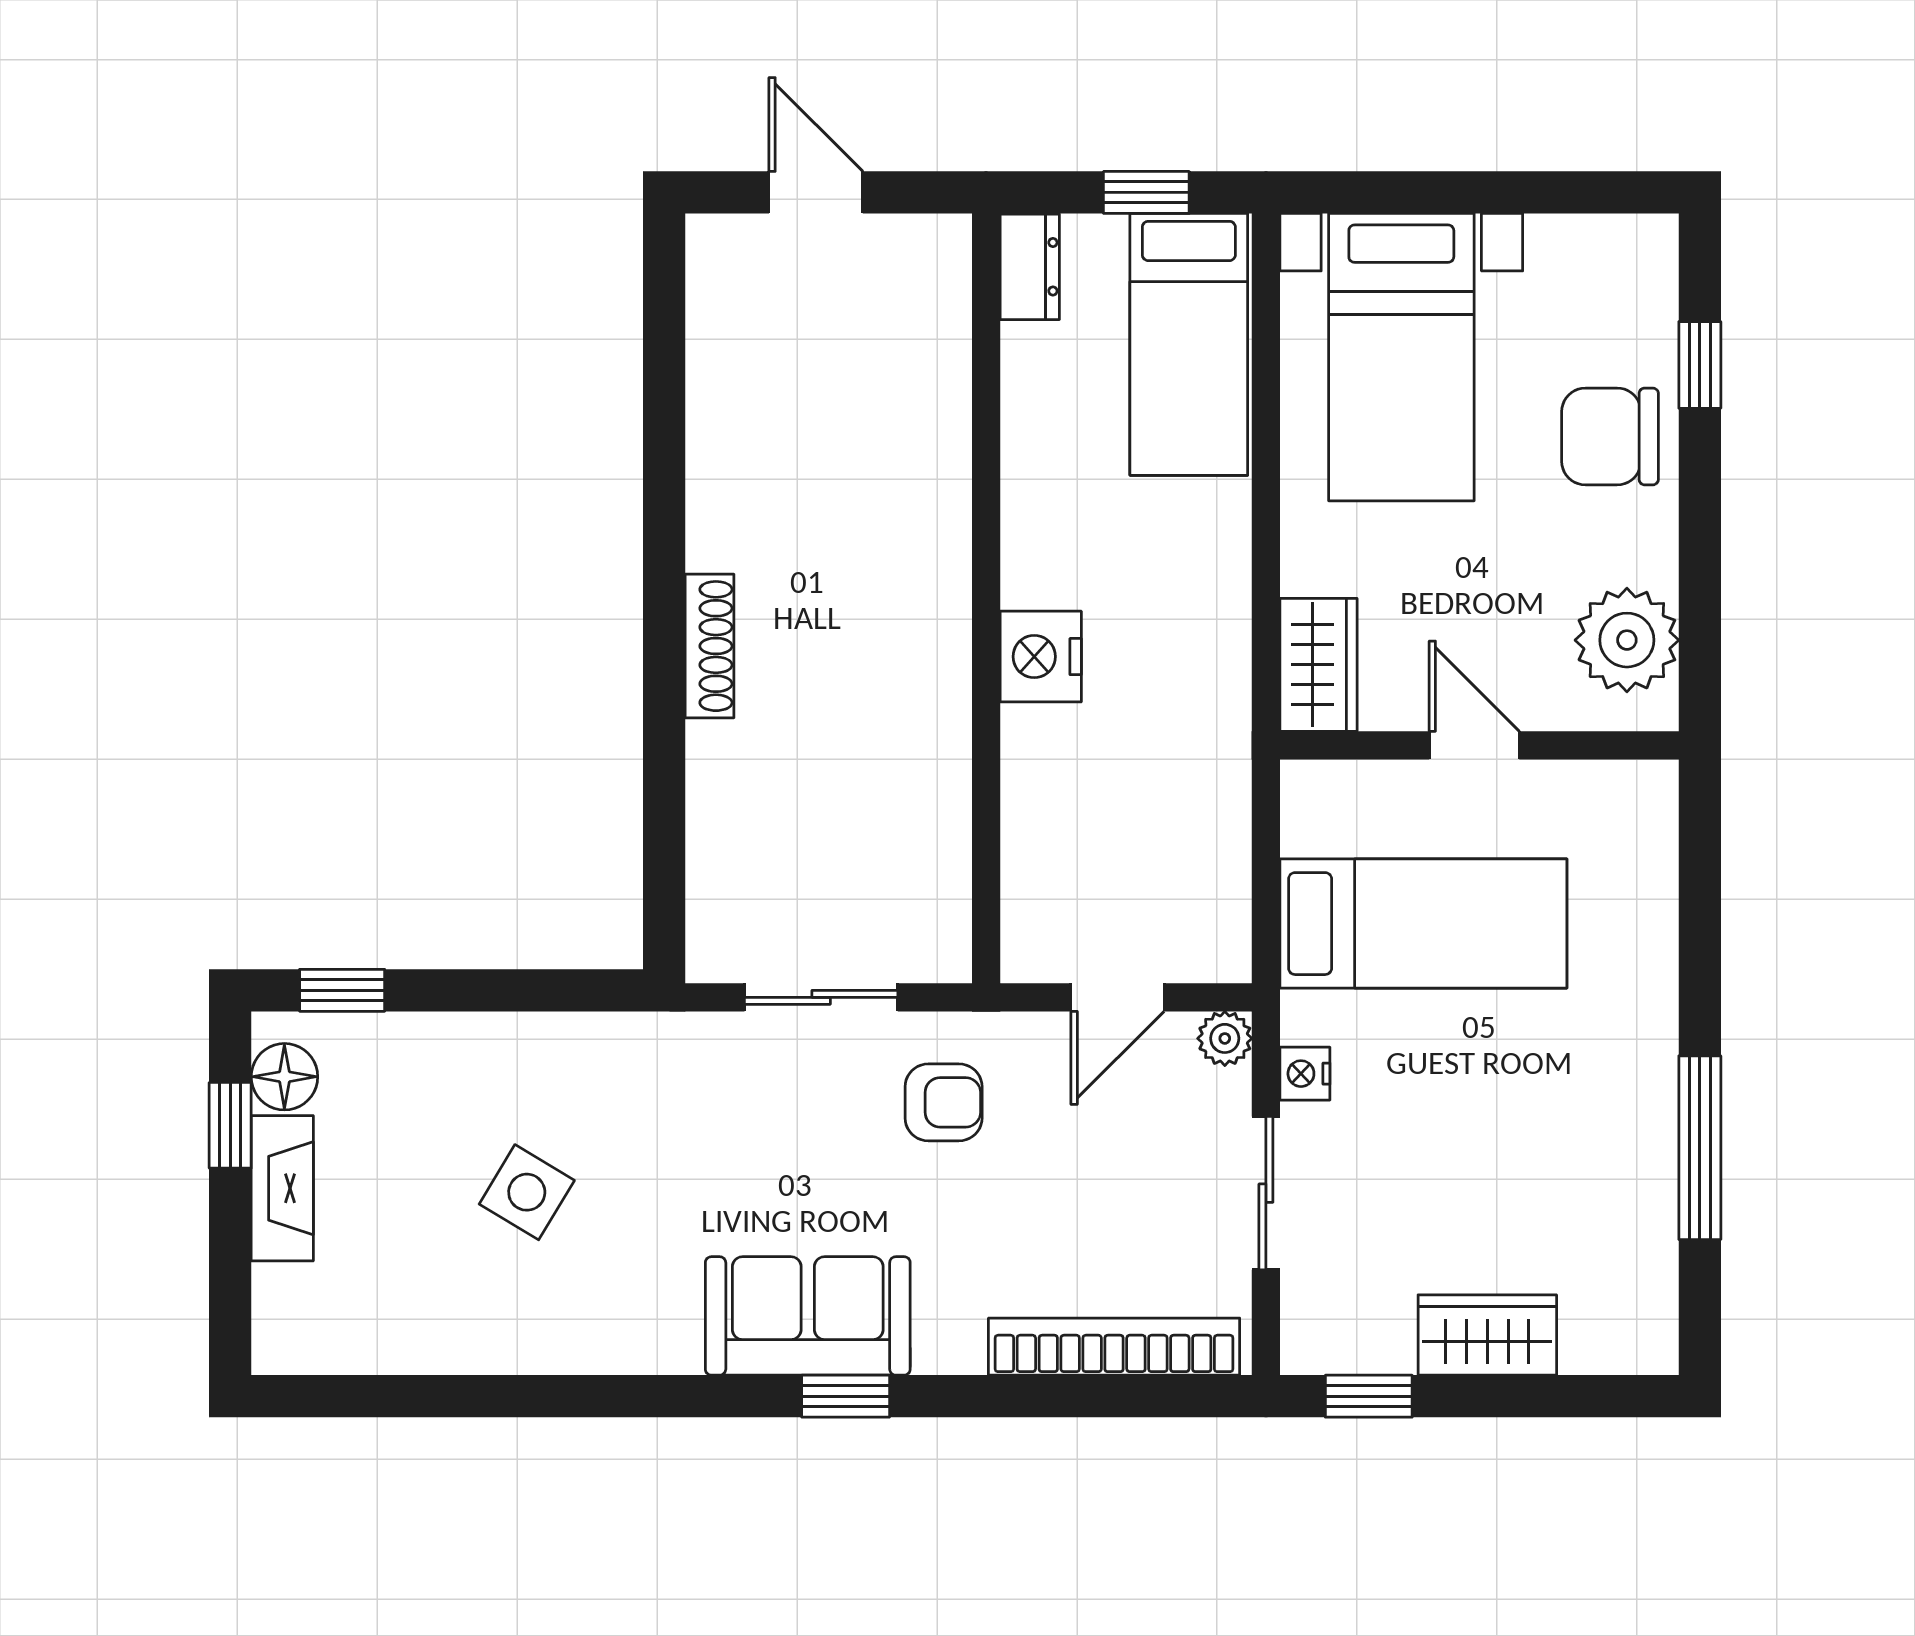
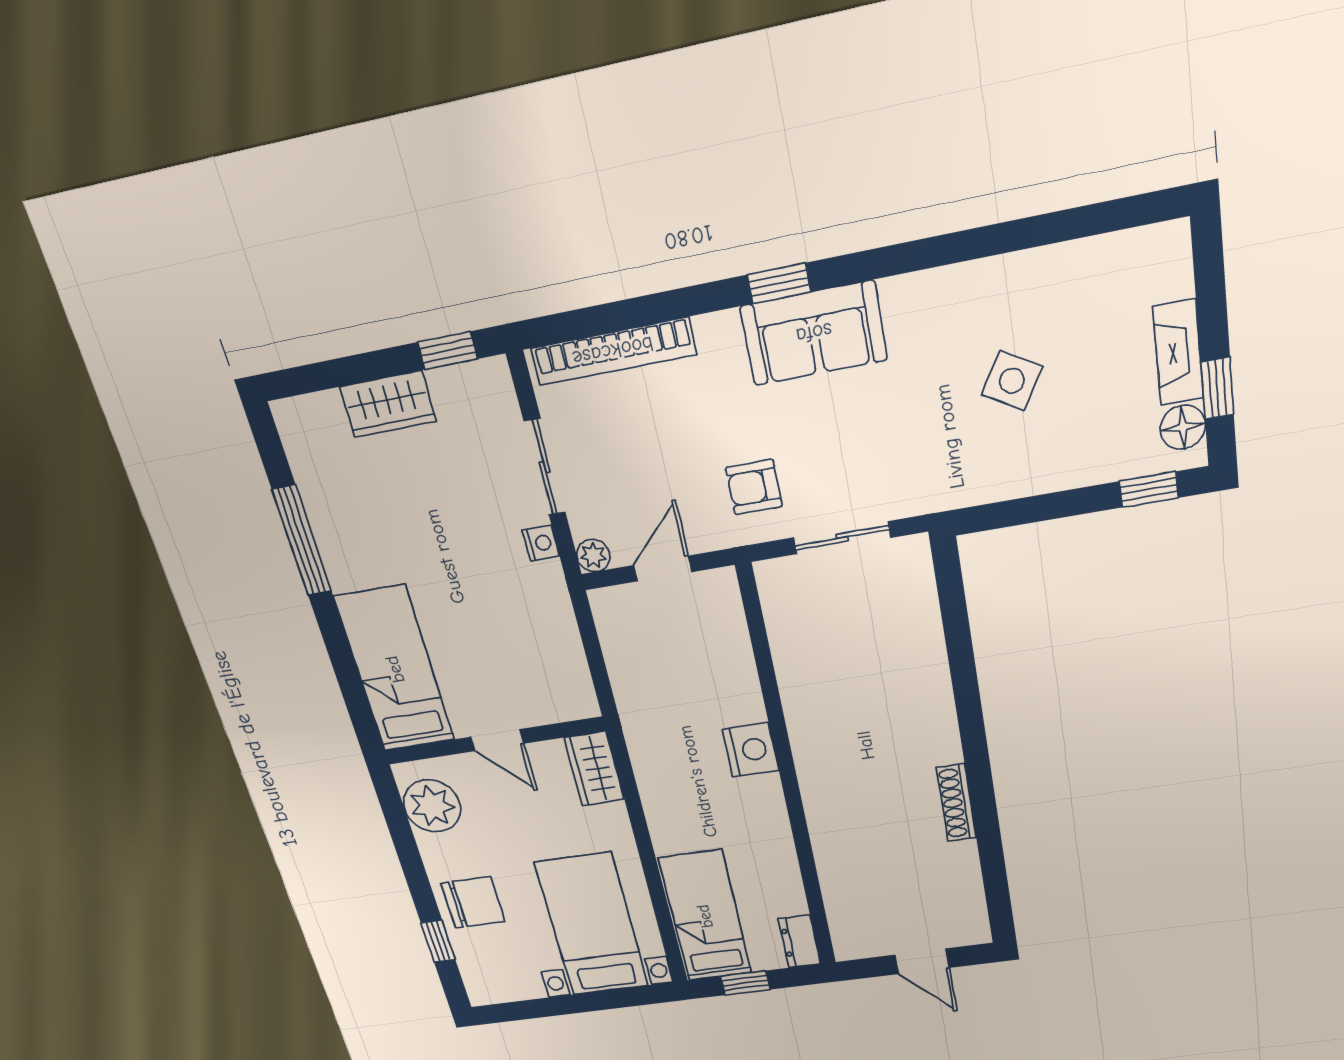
shoe rack: (710, 646) -> (956, 803), moved
bed: (1423, 924) -> (395, 669), moved, turned 90

